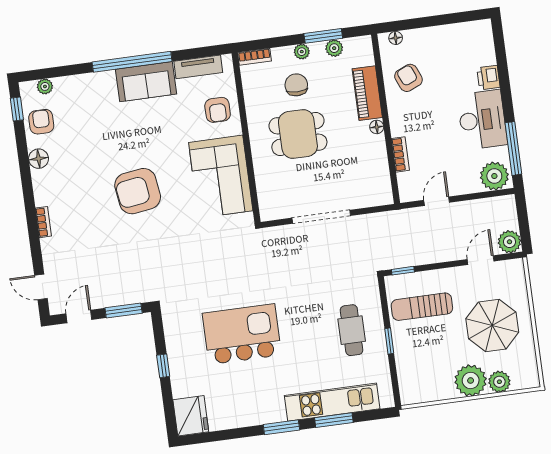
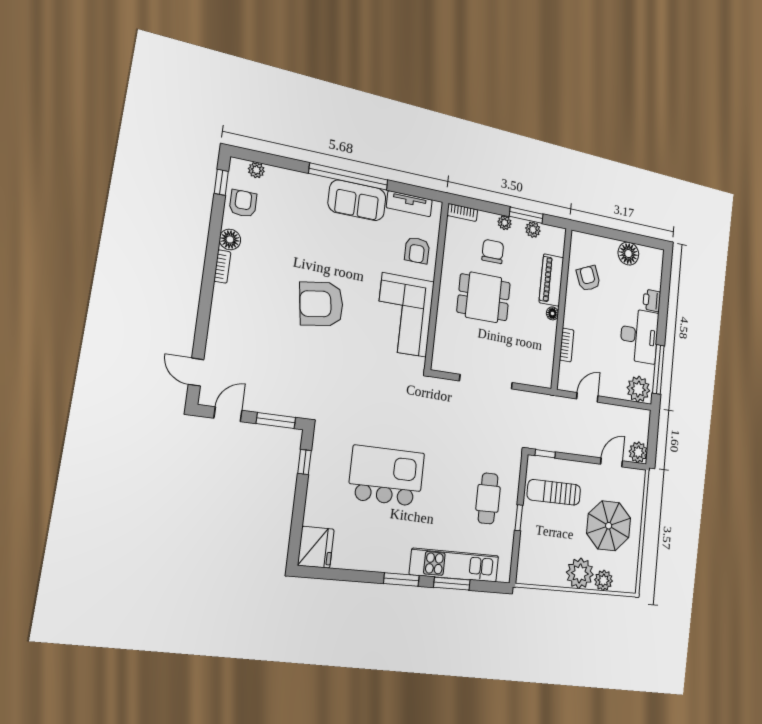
floor lamp: (396, 38) -> (628, 254), moved, width x1.89, depth x1.89
bookcase: (43, 222) -> (222, 266), moved
window: (163, 366) -> (304, 462), moved

